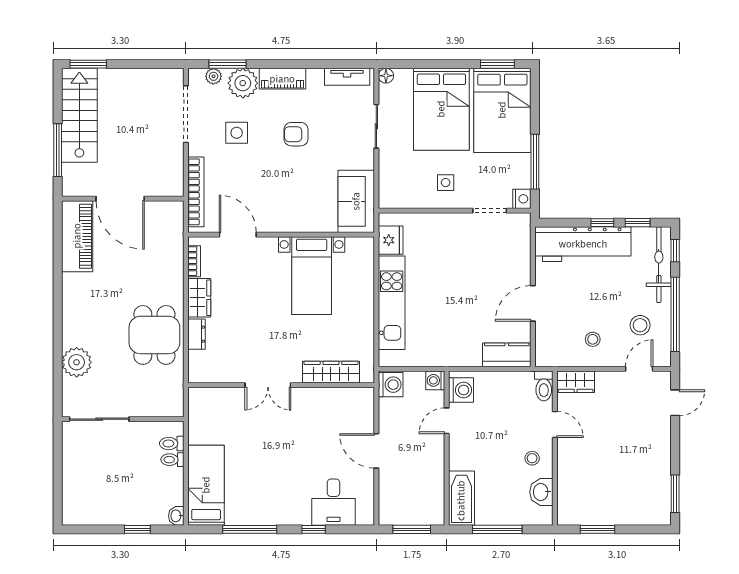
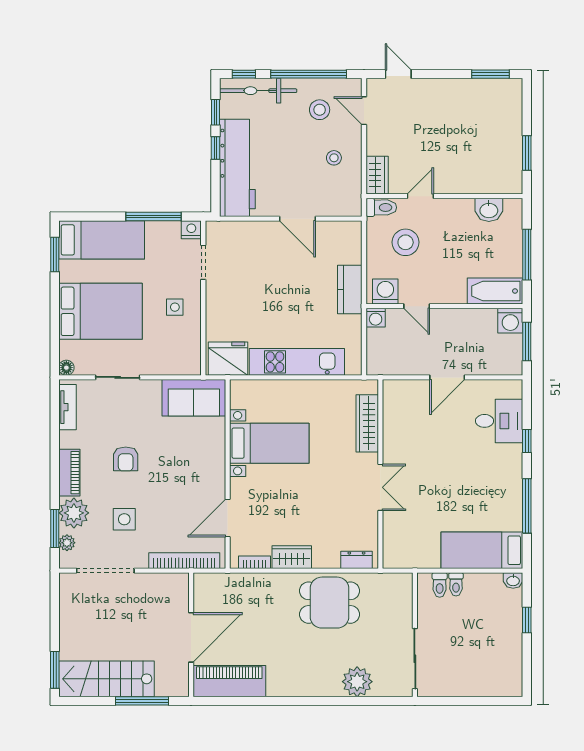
bed: (502, 110) -> (102, 240), width x0.67
fridge: (391, 240) -> (228, 359), width x1.36, depth x1.34
dresser: (197, 334) -> (356, 560), moved
kitchen counter: (507, 355) -> (350, 290), moved
washing machine: (391, 385) -> (510, 321), moved, turned 180
stool: (532, 458) -> (406, 242), moved, width x1.89, depth x1.89

